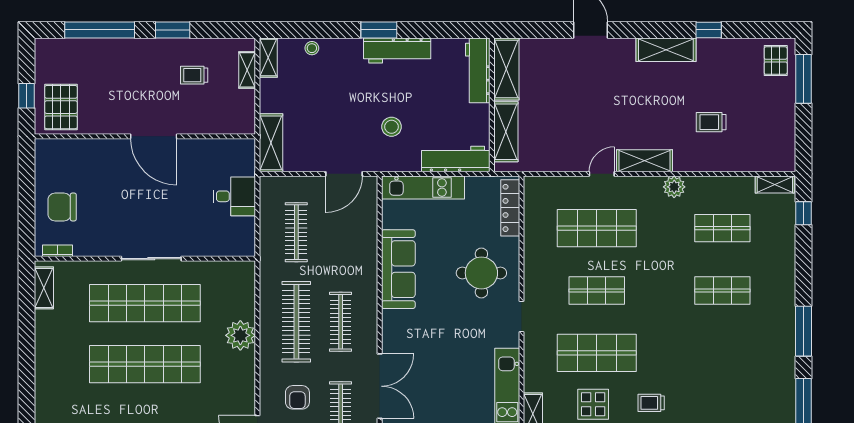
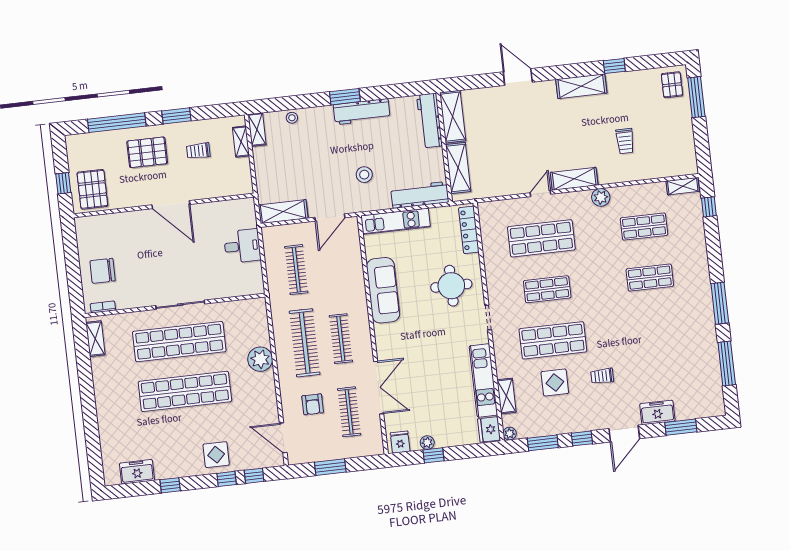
pallet: (132, 70) -> (147, 152), added
trolley: (711, 122) -> (625, 141), turned -90
shelving: (271, 143) -> (283, 212), moved, turned 90

